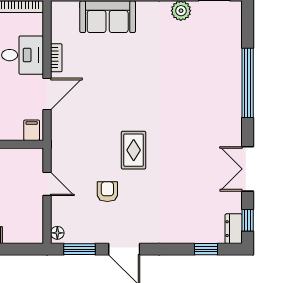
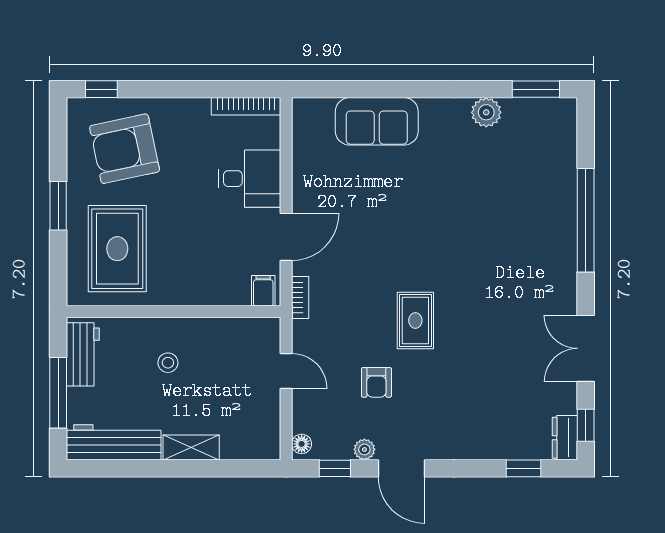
bookcase: (56, 58) -> (300, 298), moved
armchair: (107, 192) -> (376, 382), turned 180
plant: (99, 237) -> (364, 449), added
window: (80, 249) -> (335, 468), width x0.67

